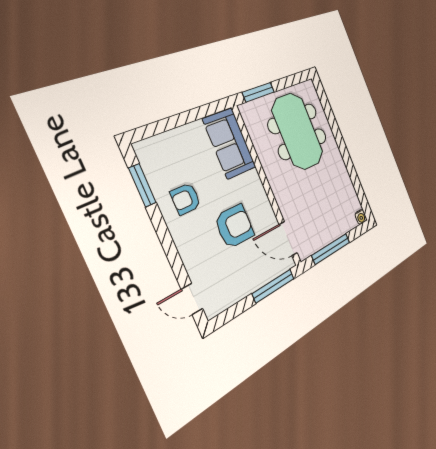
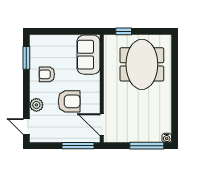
window: (258, 92) -> (124, 31), width x0.67
window: (331, 249) -> (147, 146), moved
plant: (192, 256) -> (36, 105), added

